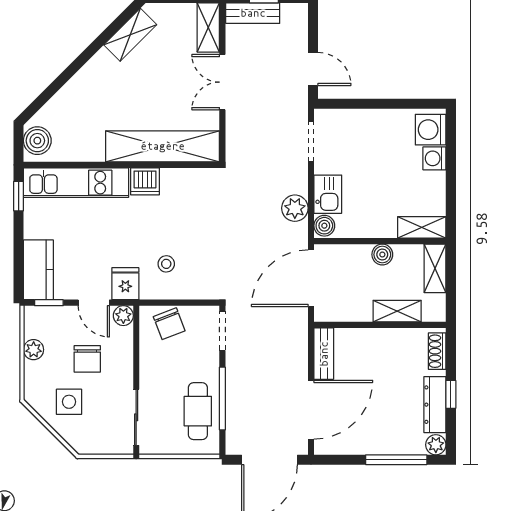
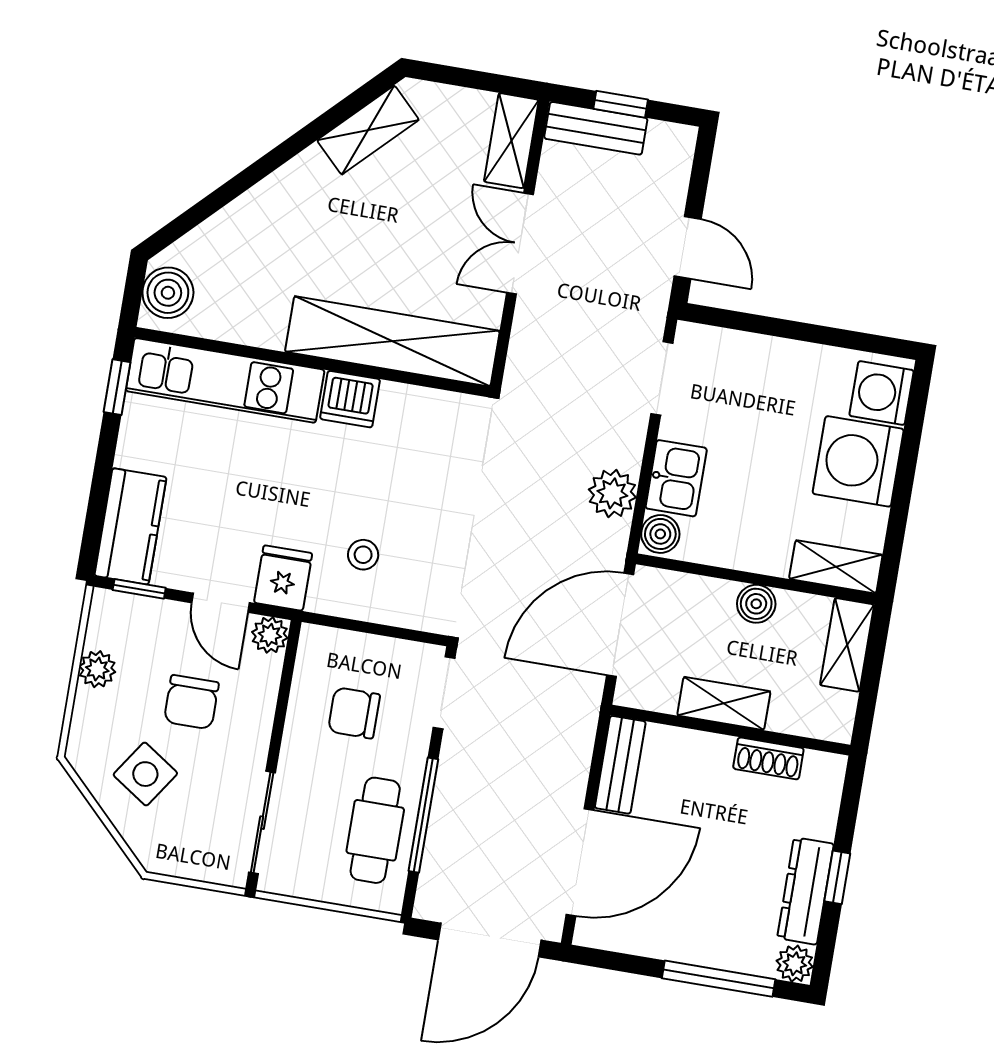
washing machine: (434, 158) -> (858, 461), width x1.89, depth x1.89
shelving: (397, 311) -> (724, 703), moved
chair: (169, 324) -> (354, 713), moved, turned 111
shoe rack: (437, 351) -> (768, 758), moved, turned -90
side table: (69, 402) -> (145, 774), turned 34

